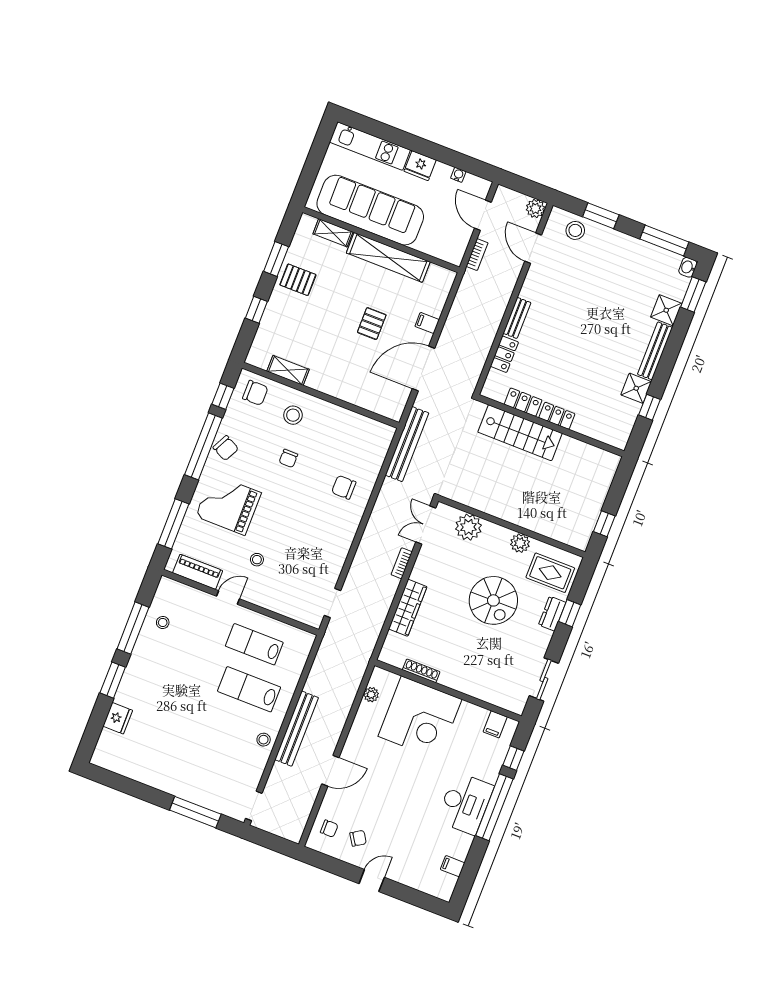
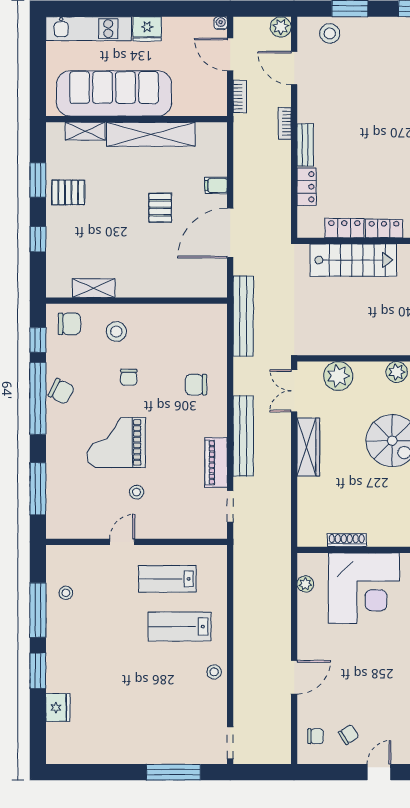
water cooler: (458, 175) -> (221, 23), moved
grand piano: (228, 505) -> (116, 443), moved
bookcase: (402, 563) -> (285, 123), moved
piano: (198, 572) -> (216, 463), moved, turned -90
wardrobe: (408, 608) -> (308, 447), moved
bench: (297, 729) -> (243, 436), moved

